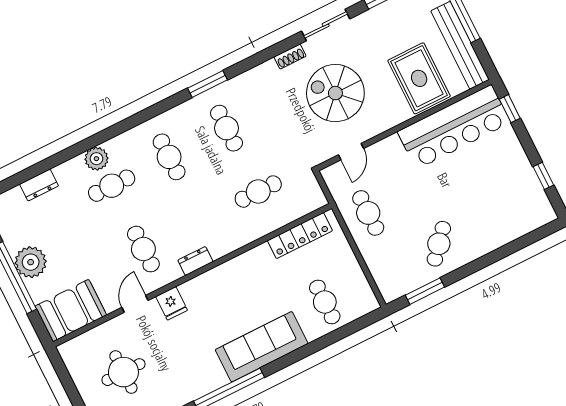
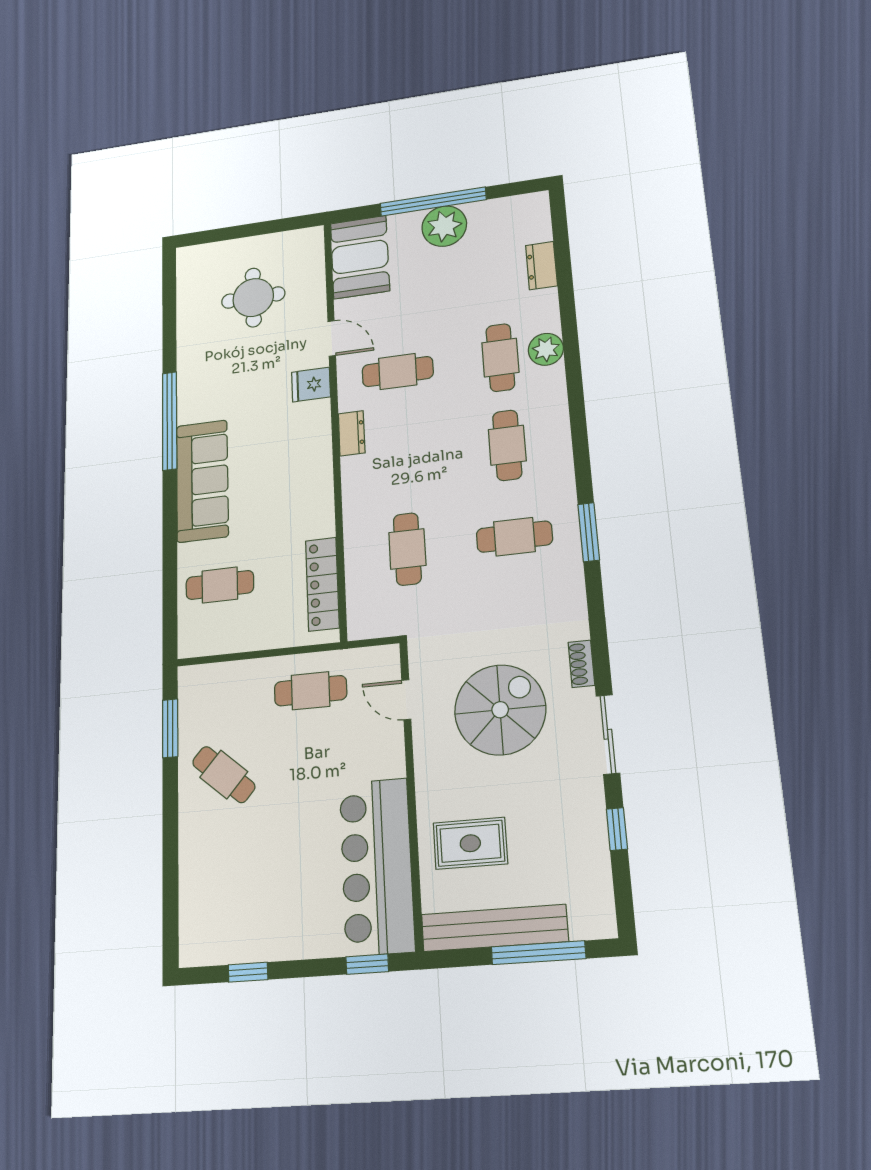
rug: (419, 78) -> (470, 843), width x0.73, depth x0.70
cafe table: (169, 157) -> (507, 445), turned 90

